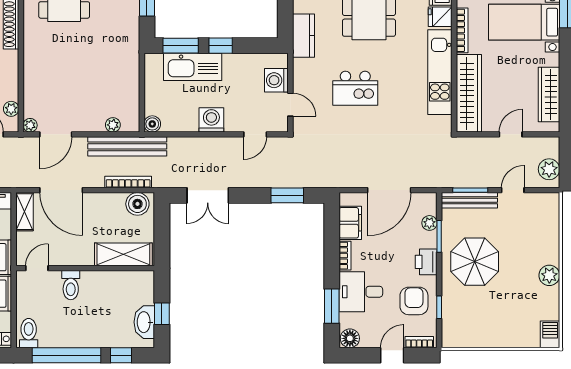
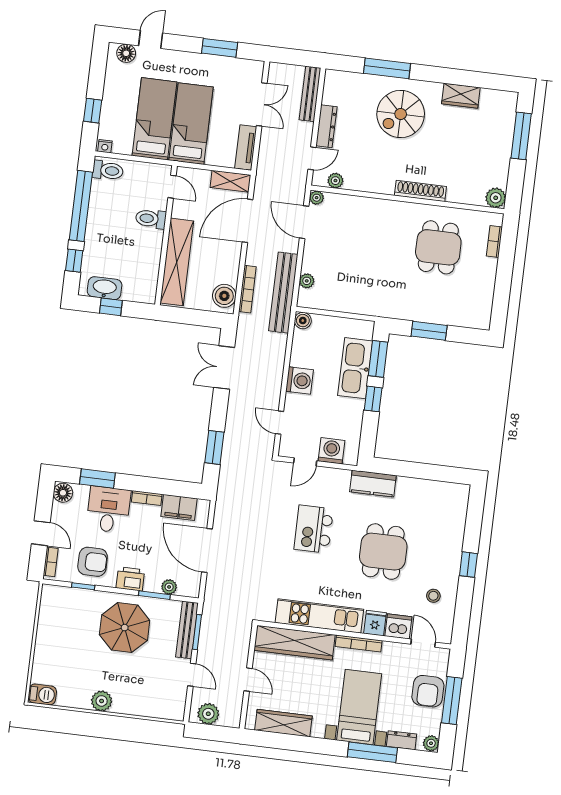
shelving: (123, 254) -> (177, 262), width x1.47

